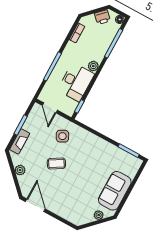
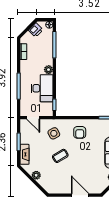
armchair: (90, 150) -> (80, 132), added
door: (35, 205) -> (80, 195), moved

